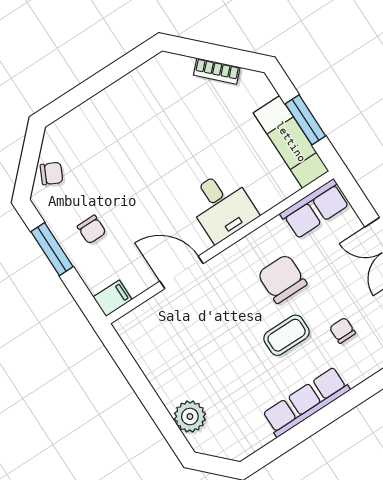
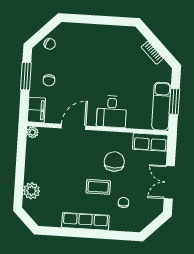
door: (181, 272) -> (74, 127), hinge flipped
filing cabinet: (113, 298) -> (36, 110), width x2.00
plant: (125, 327) -> (33, 132), added

